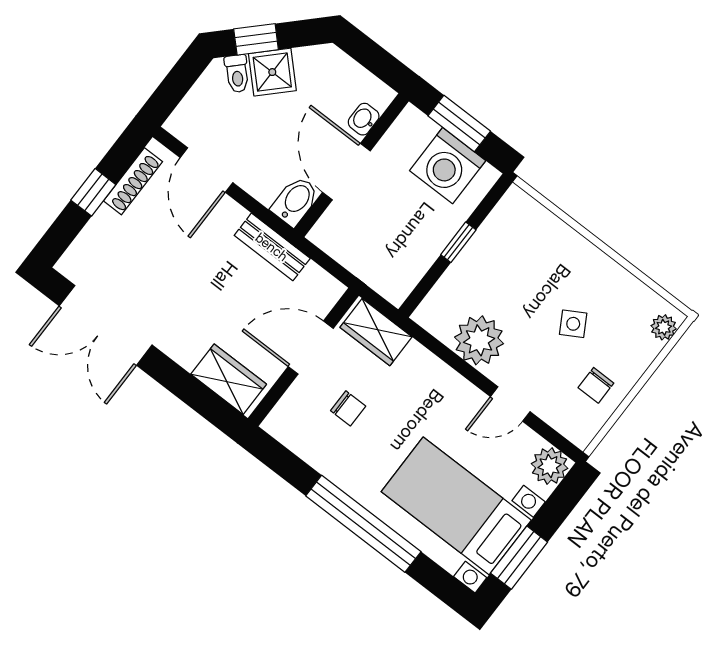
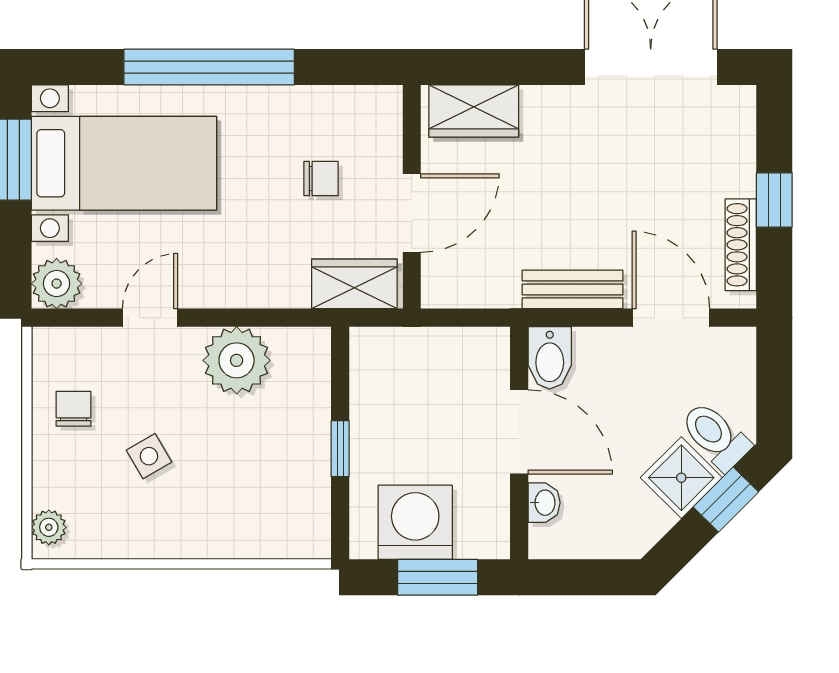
toilet: (237, 74) -> (715, 436), width x1.37, depth x1.39
bench: (272, 247) -> (572, 289), moved
chair: (348, 408) -> (321, 179), turned 180

